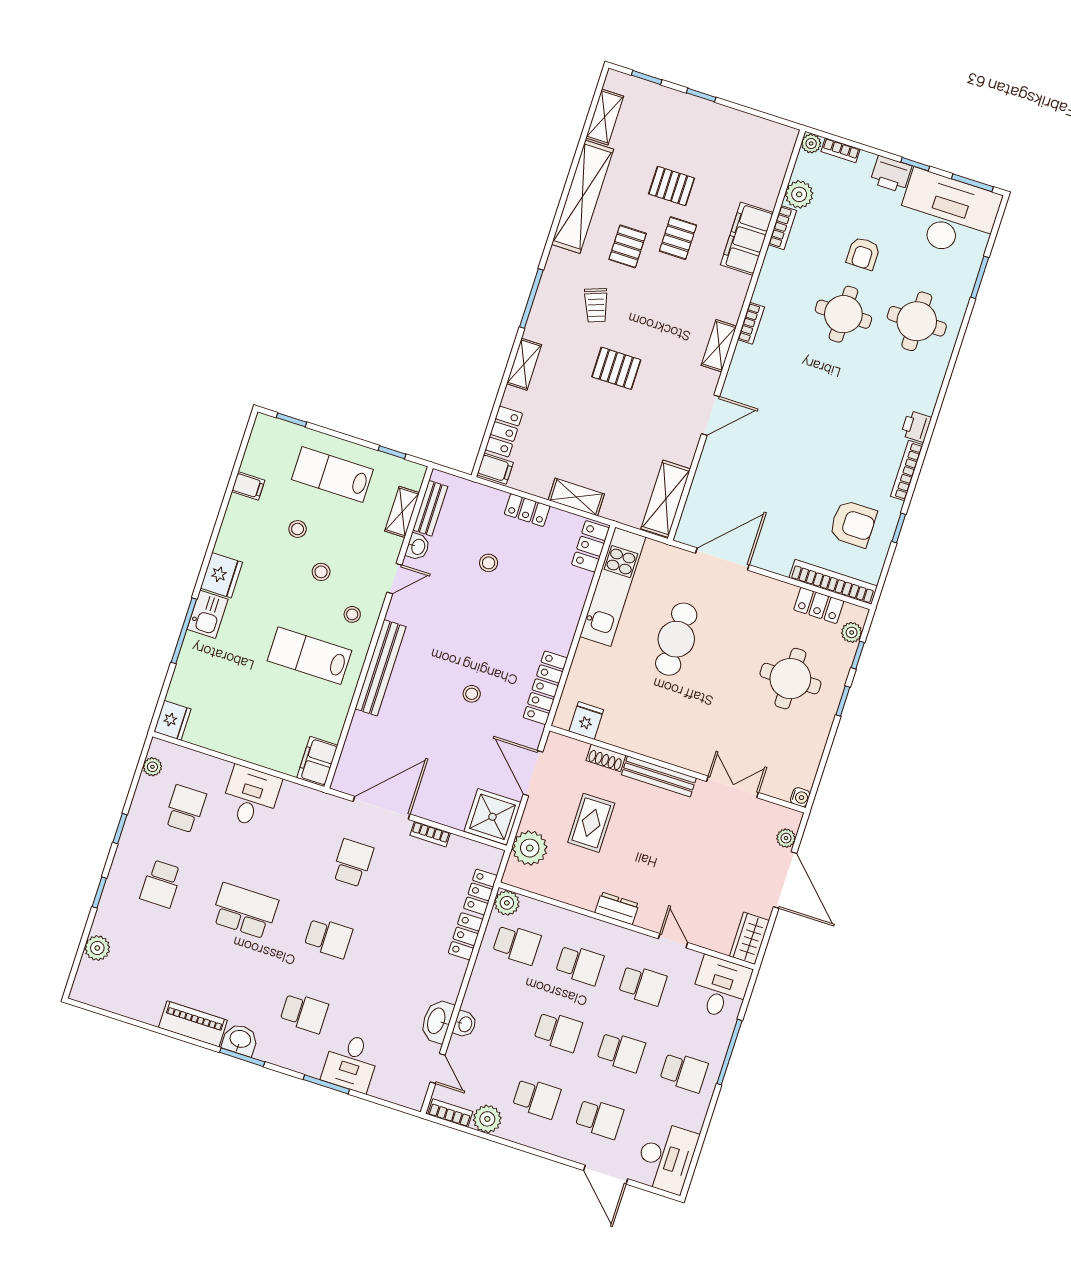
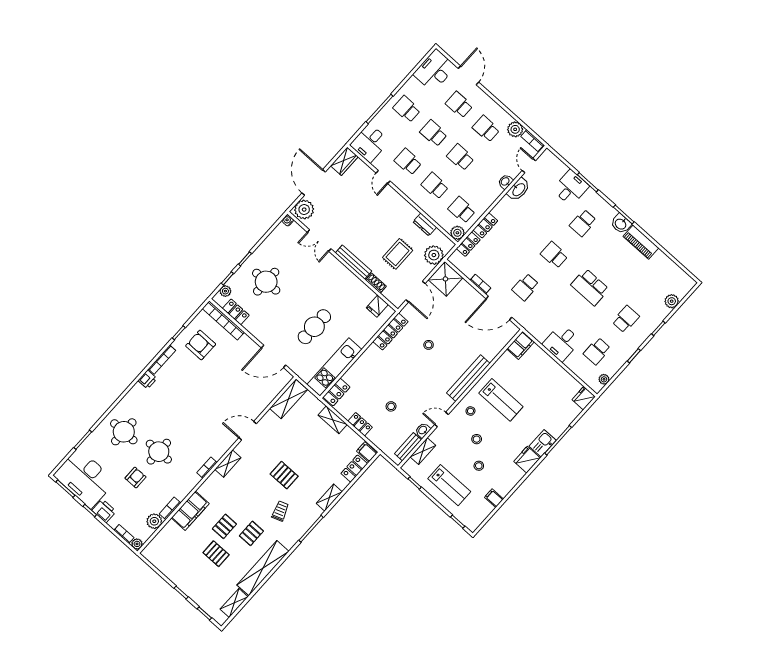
plant: (786, 838) -> (304, 210), width x1.87, depth x1.87
dresser: (617, 908) -> (425, 224), moved
school desk: (304, 1013) -> (583, 223), turned -90

